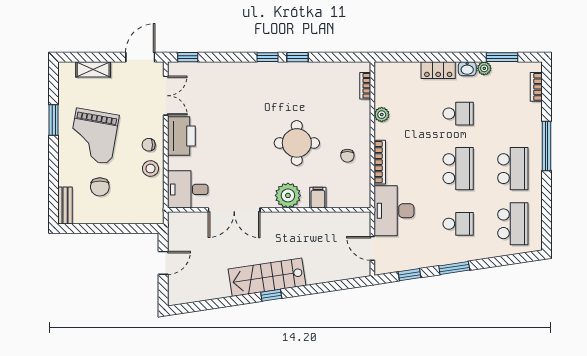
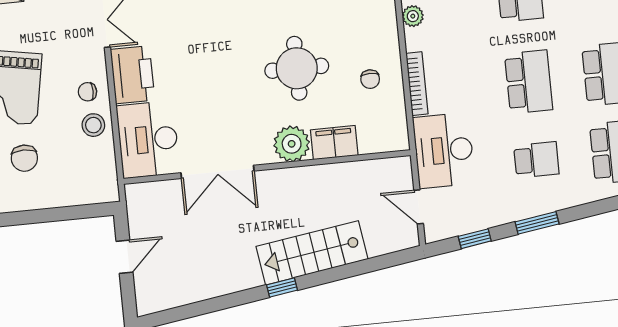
desk: (188, 189) -> (148, 140), width x1.37
filing cabinet: (318, 198) -> (334, 143), width x2.00
stairs: (267, 277) -> (312, 253), moved

